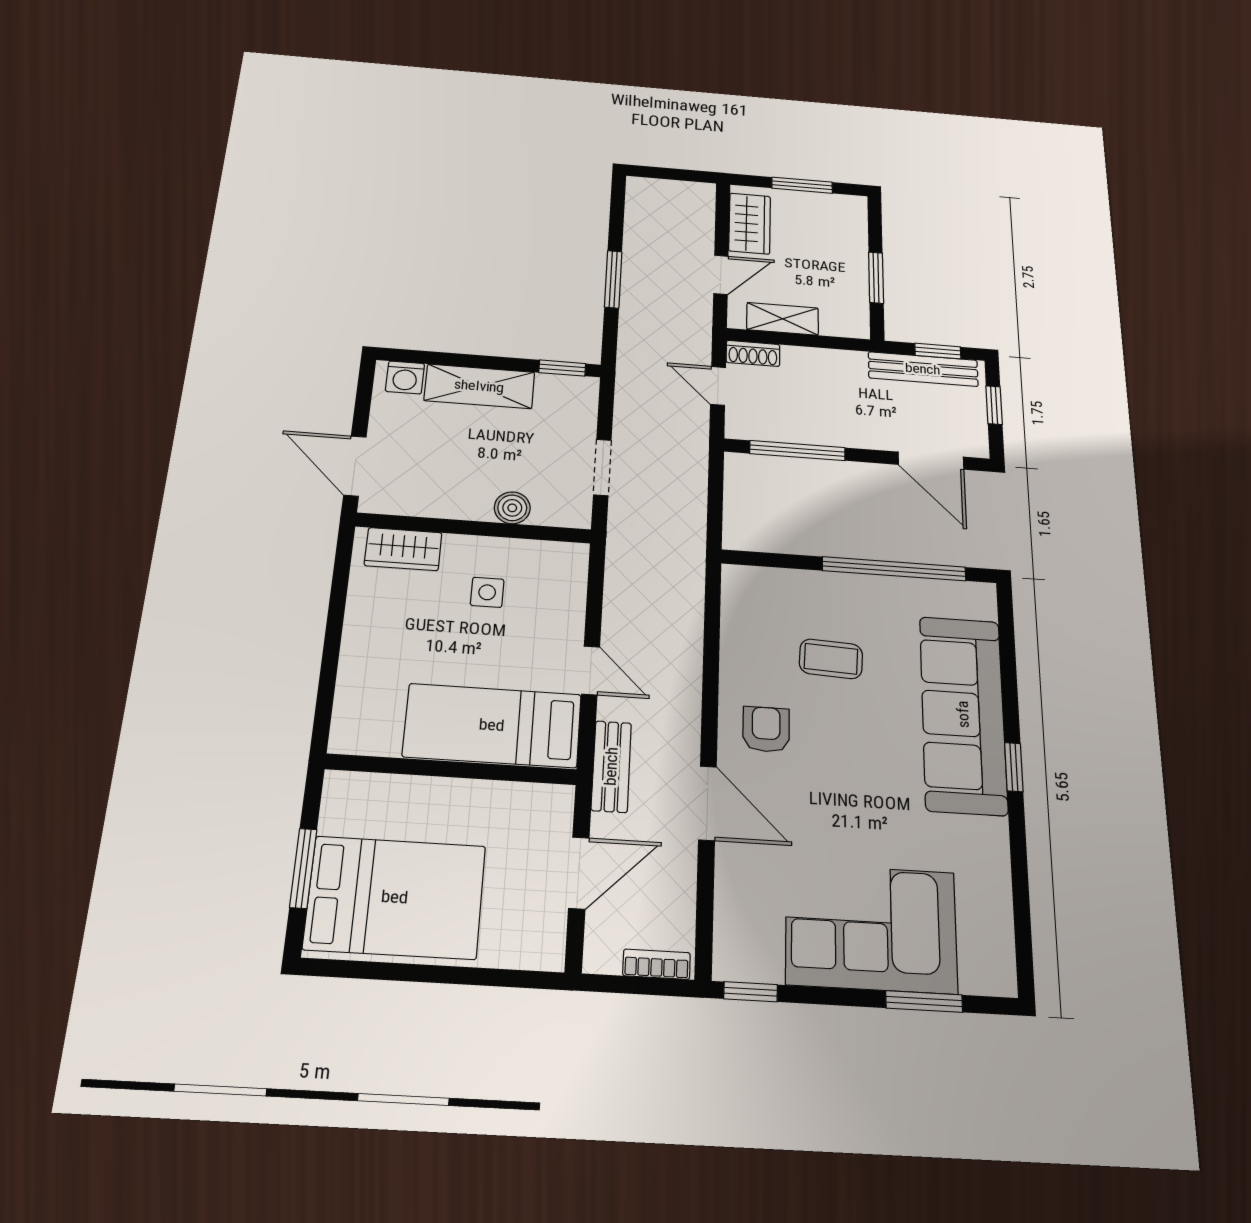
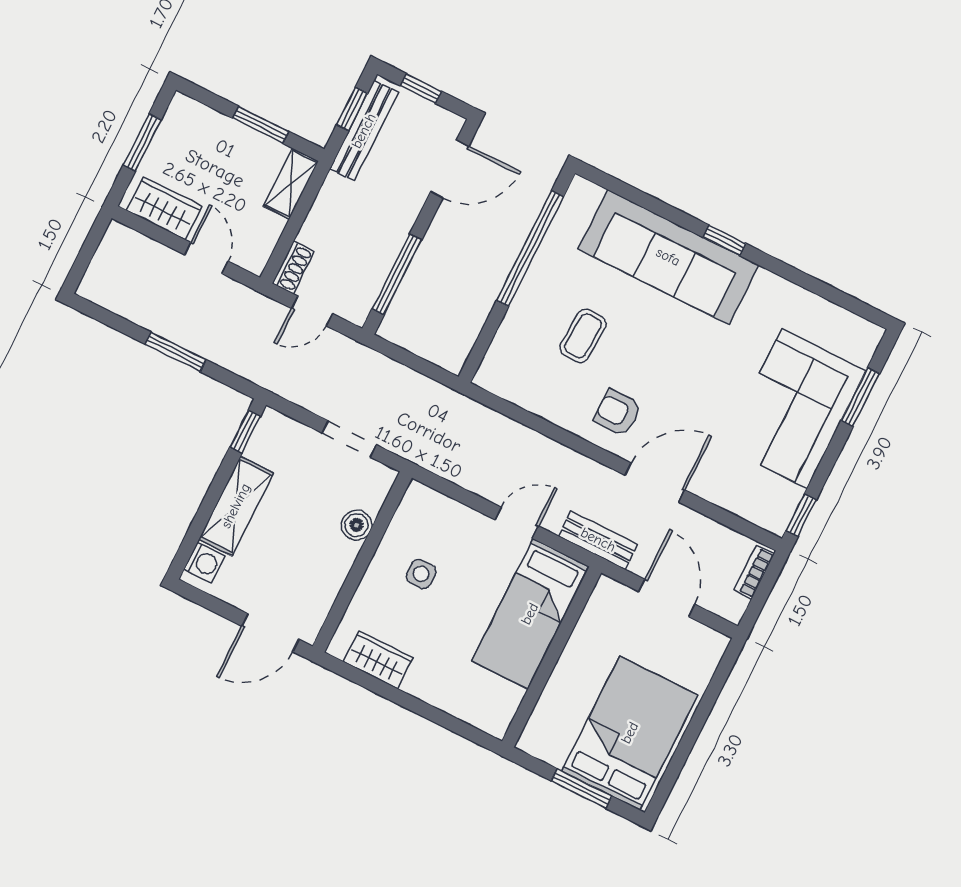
shelving: (783, 319) -> (291, 184), moved
wardrobe: (403, 549) -> (378, 660), moved, turned -90

